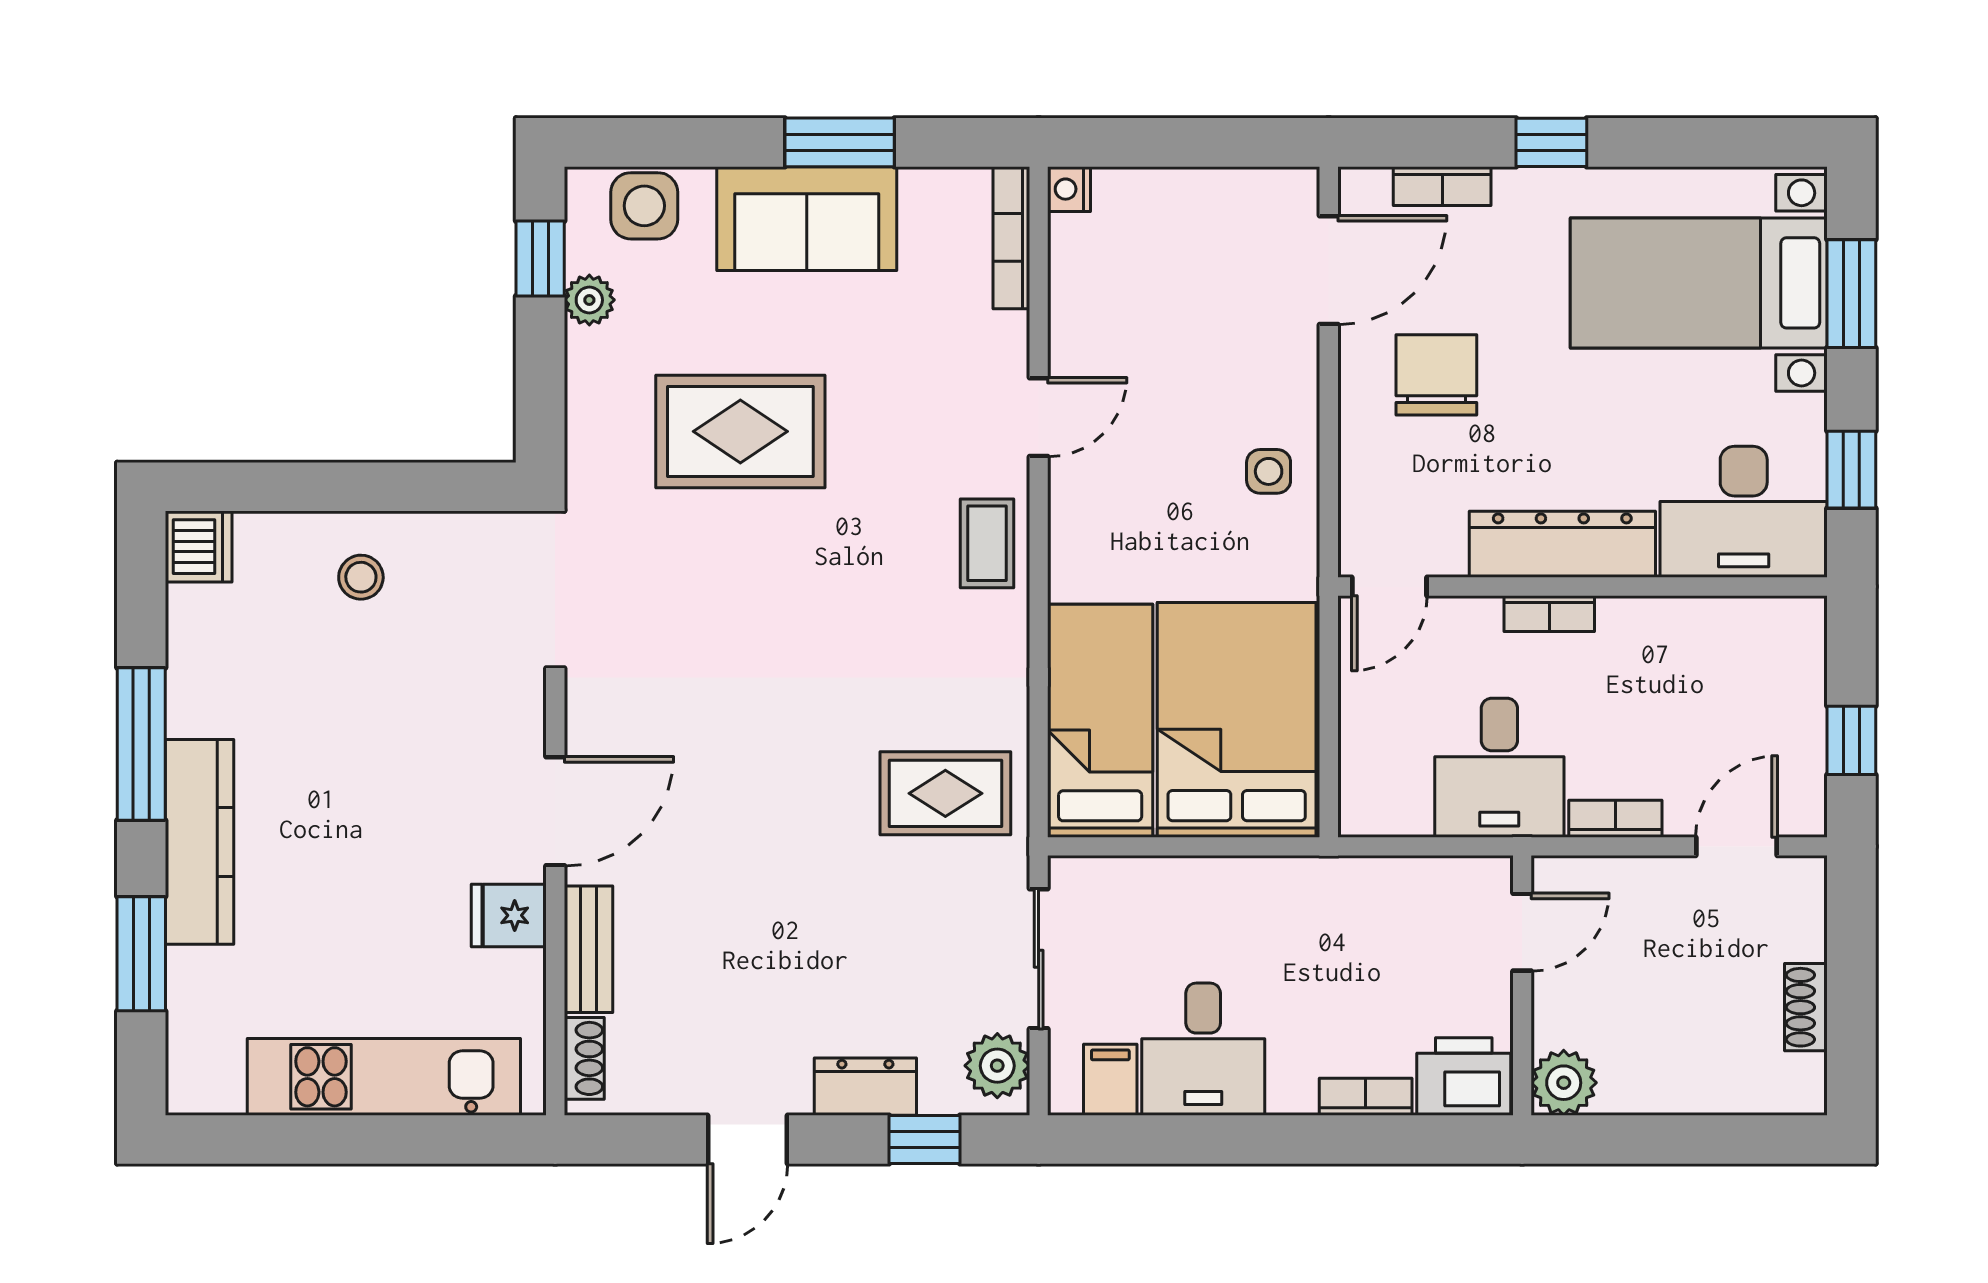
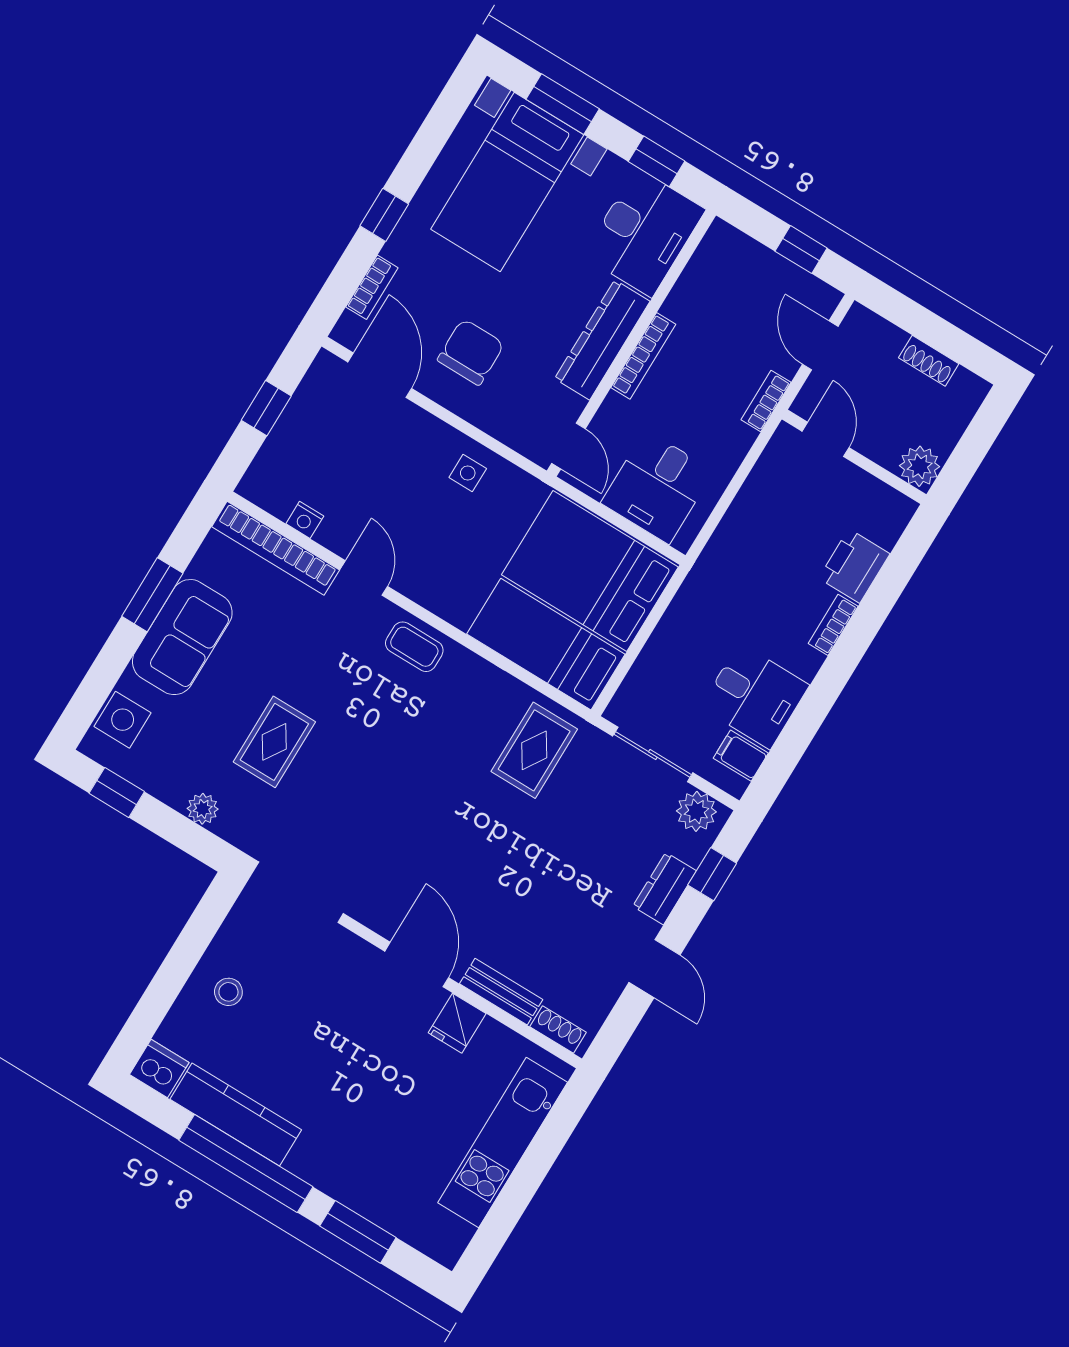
window: (1189, 142) -> (266, 408), added
nightstand: (1069, 189) -> (305, 520), moved
bookcase: (1011, 238) -> (276, 548), width x1.48, depth x1.31
plant: (589, 300) -> (203, 809), moved
chair: (1436, 375) -> (471, 352), turned 90
rug: (740, 431) -> (274, 742), width x0.73, depth x0.70
bookcase: (1549, 614) -> (643, 356), width x1.56
window: (141, 744) -> (246, 1163), width x1.46
desk: (1499, 768) -> (657, 487), moved, turned 90
kitchen counter: (200, 842) -> (236, 1115), moved
door: (1522, 932) -> (826, 439), moved
wall: (1522, 985) -> (854, 457), moved
plant: (1564, 1083) -> (920, 466), moved

